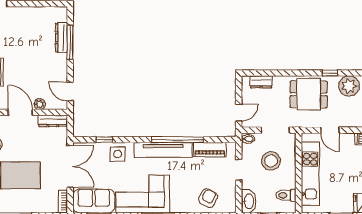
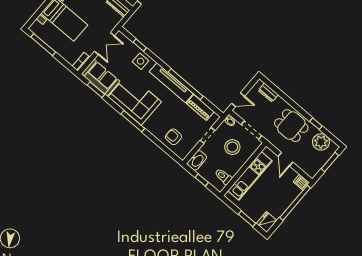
double door: (70, 166) -> (104, 44), width x0.73
armchair: (208, 198) -> (173, 137), turned -118

